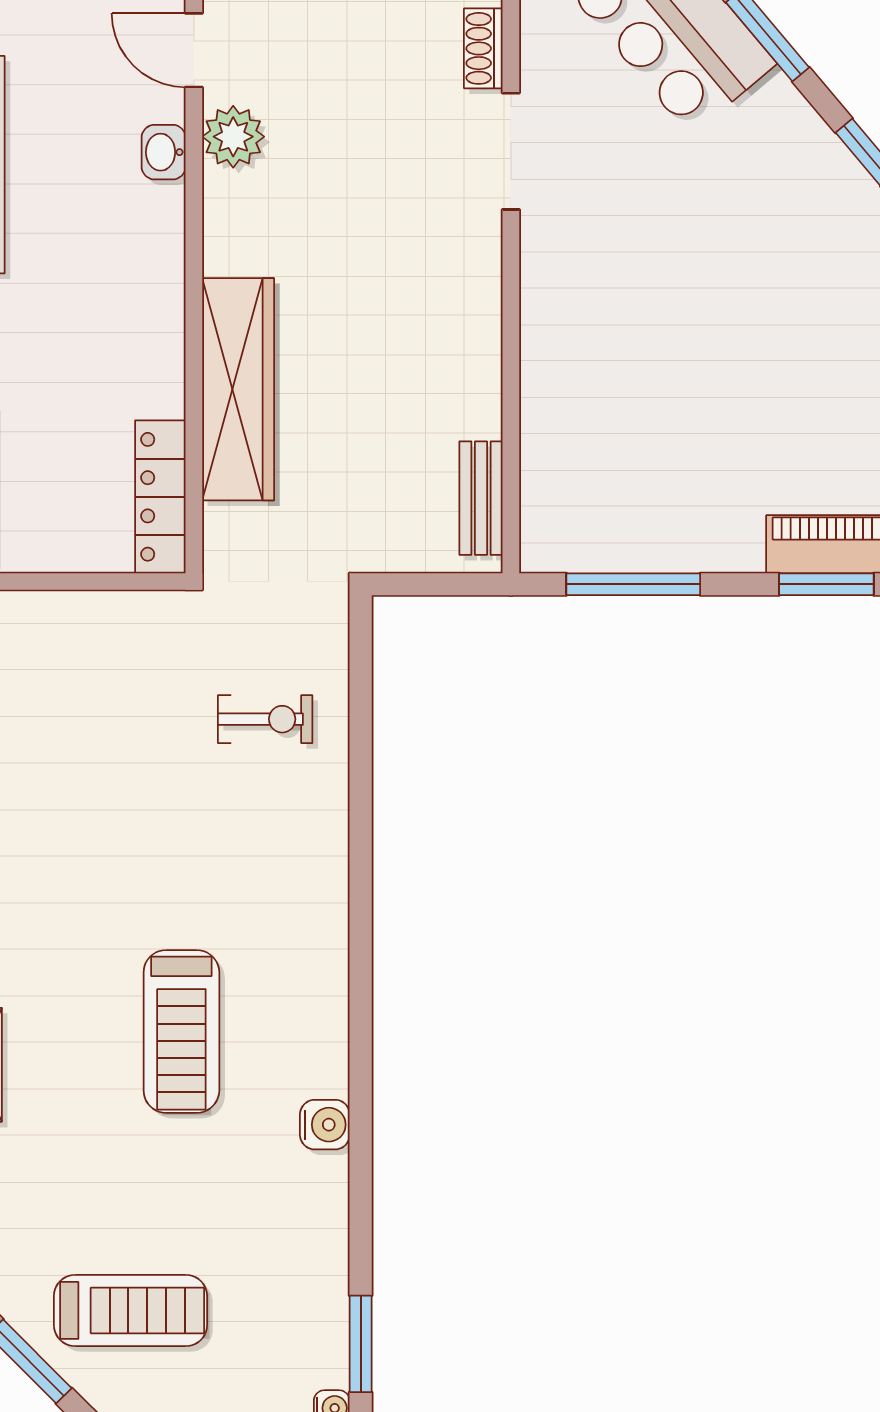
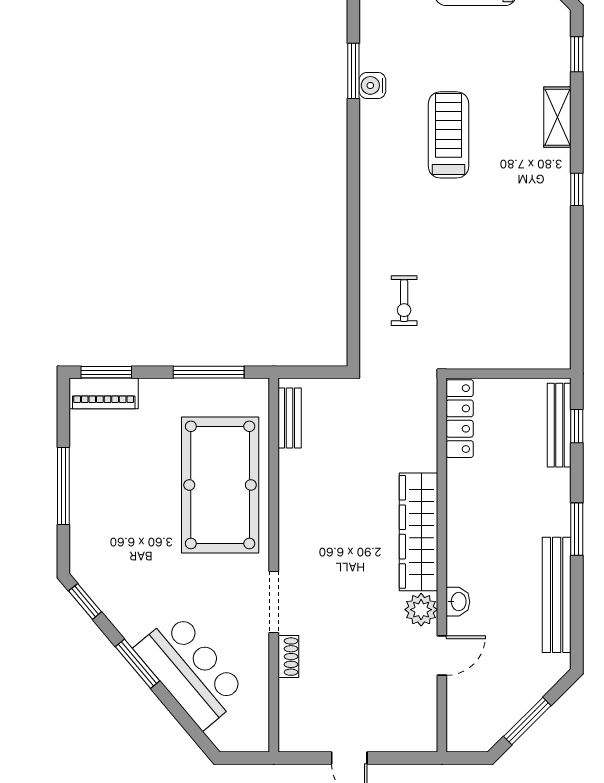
door: (194, 50) -> (442, 656), hinge flipped
pool table: (612, 372) -> (220, 485), added
wardrobe: (238, 389) -> (418, 532), moved
exercise bike: (265, 719) -> (404, 301), turned -90
window: (361, 1152) -> (353, 71), added

